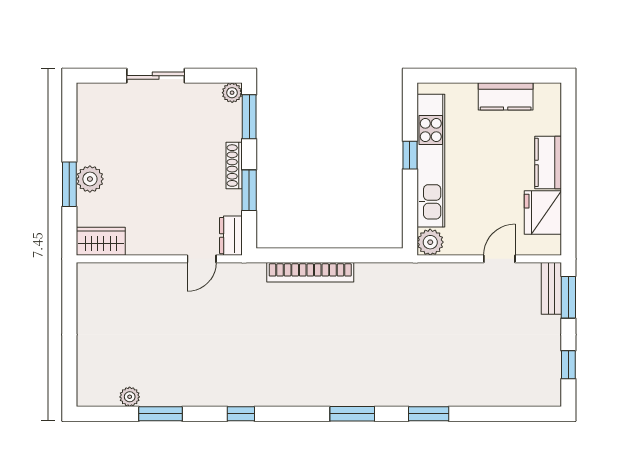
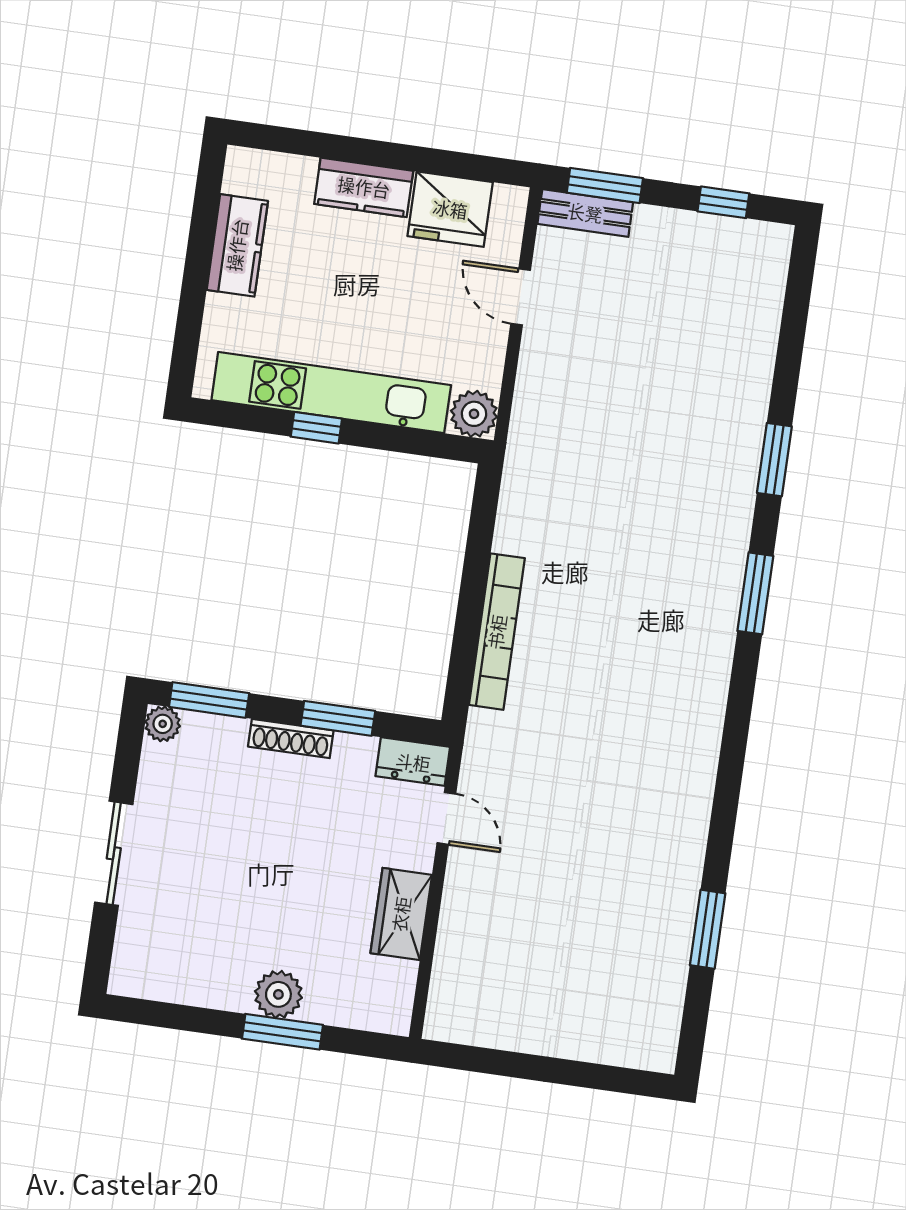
wardrobe: (101, 241) -> (401, 914), moved
plant: (130, 397) -> (670, 979), removed
window: (241, 414) -> (728, 789), removed

